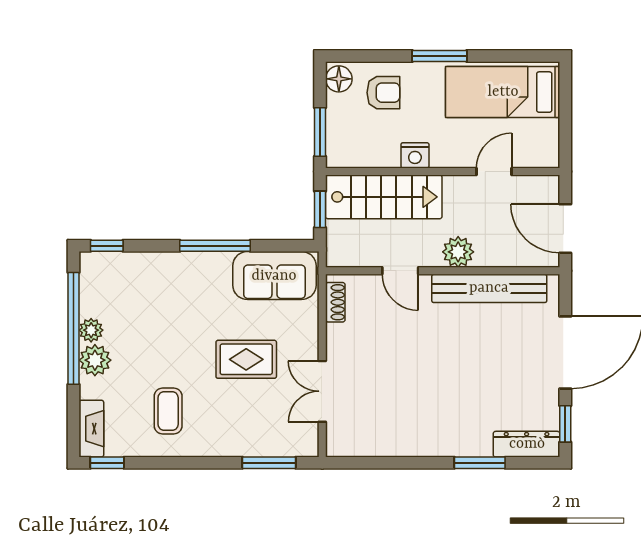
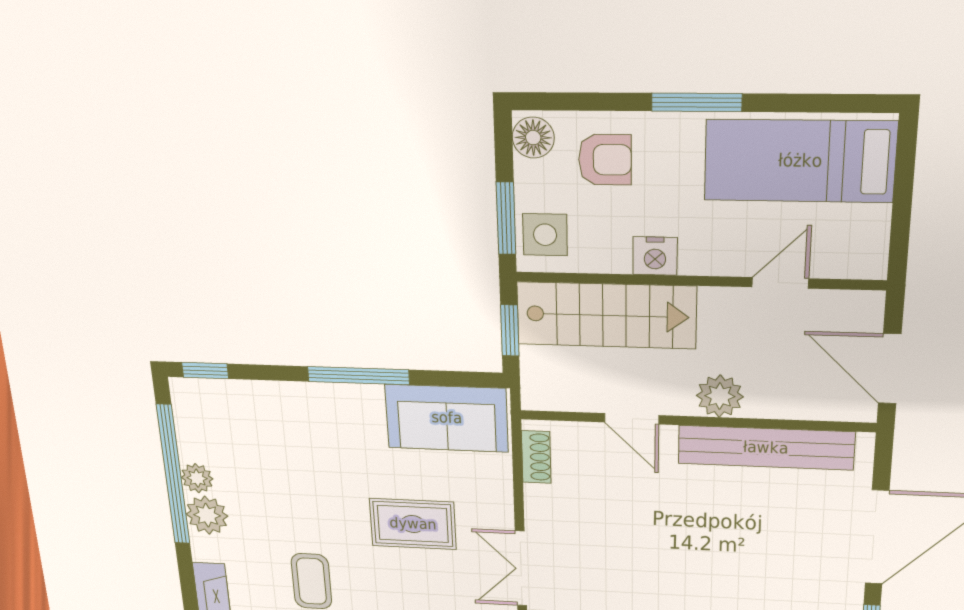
side table: (345, 143) -> (545, 235), added

